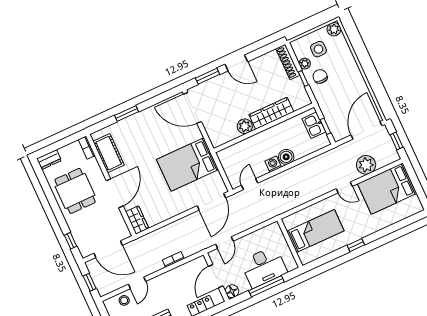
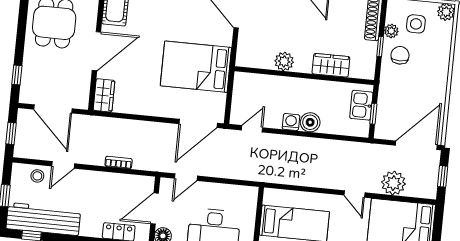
wardrobe: (271, 113) -> (331, 65), width x0.67

